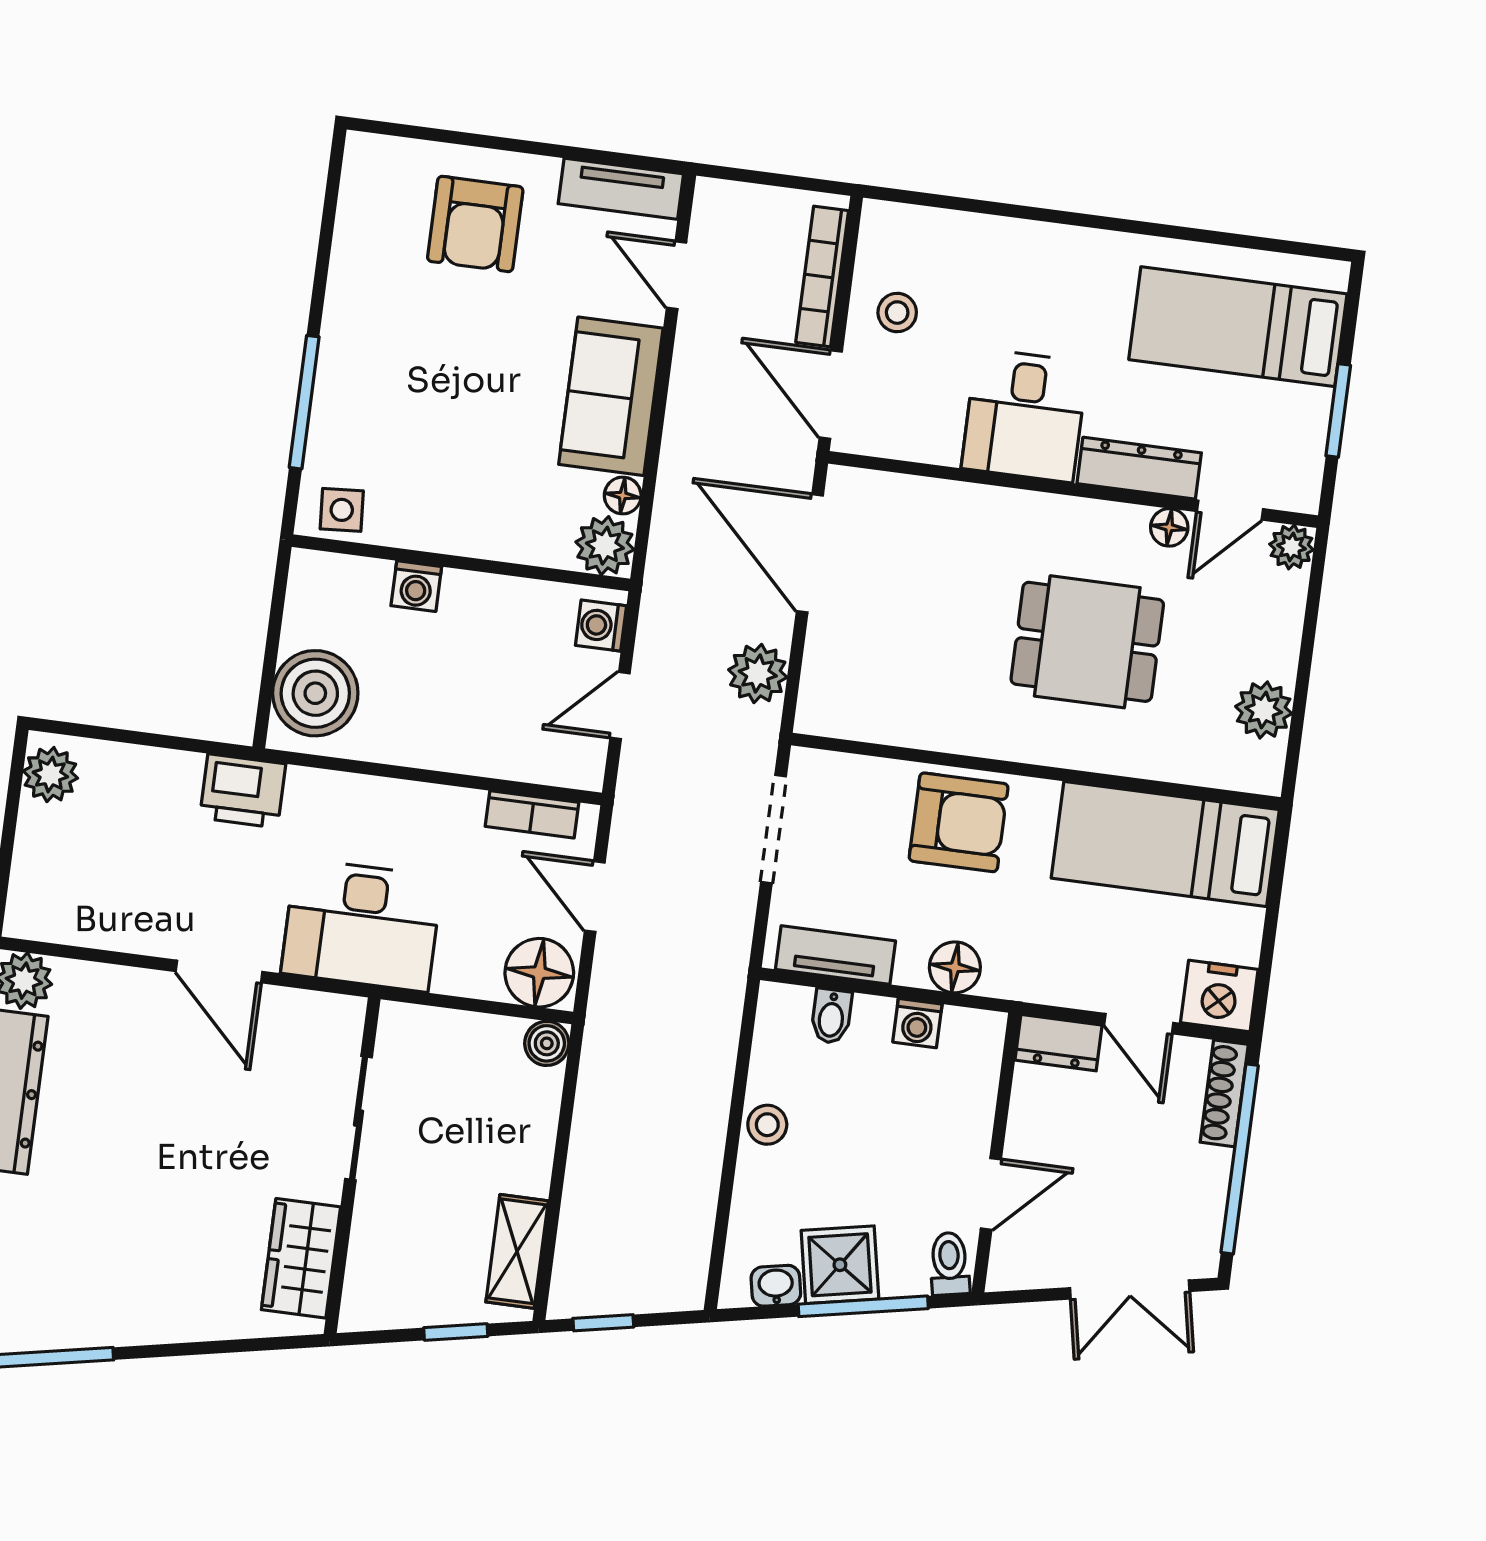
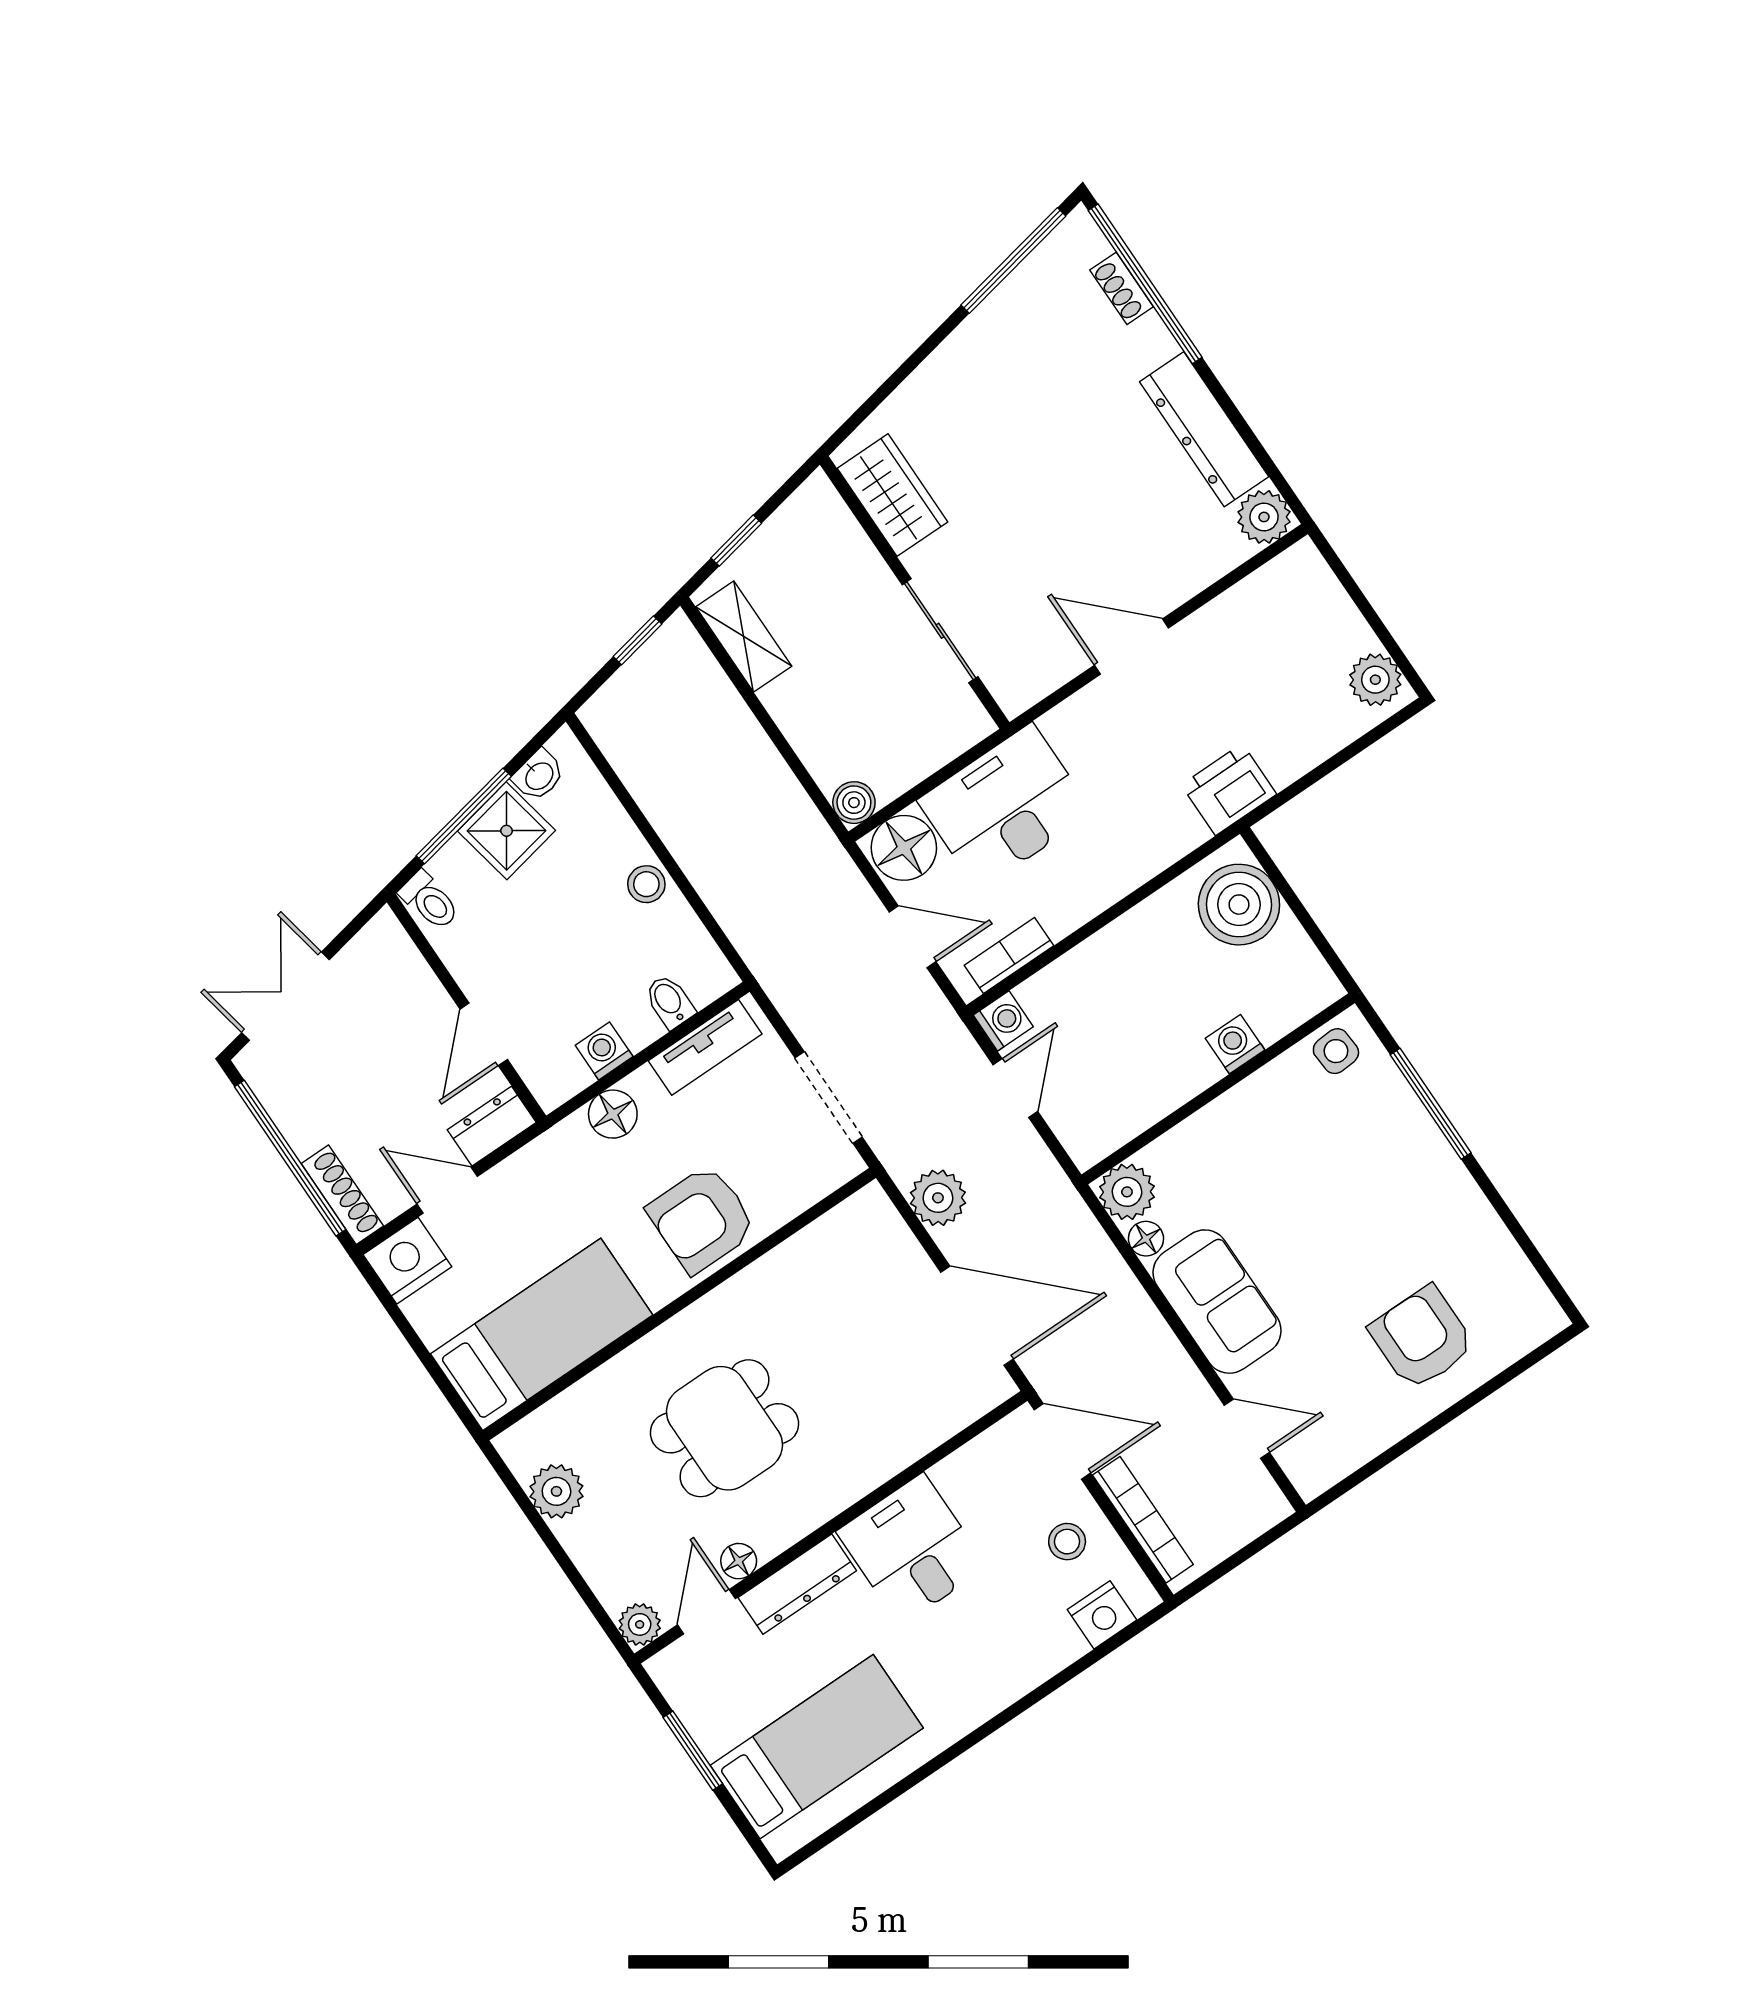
tv unit: (621, 189) -> (1341, 1455), removed
nightstand: (921, 230) -> (1102, 1615), added
washing machine: (601, 626) -> (1003, 1021), moved
desk: (362, 925) -> (1005, 807), moved
door: (991, 1194) -> (484, 1034), moved

